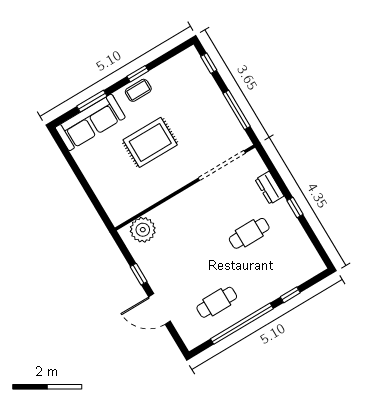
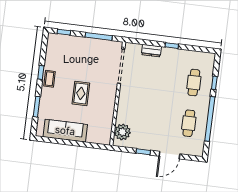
sofa: (90, 122) -> (65, 131), moved, turned -90
rug: (150, 142) -> (81, 93), width x0.73, depth x0.70
cafe table: (249, 233) -> (194, 83), moved

